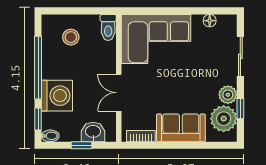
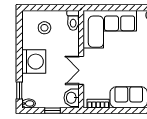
window: (38, 68) -> (19, 51), removed
washing machine: (57, 96) -> (34, 62), moved
washbasin: (93, 132) -> (72, 98), moved, turned -90

